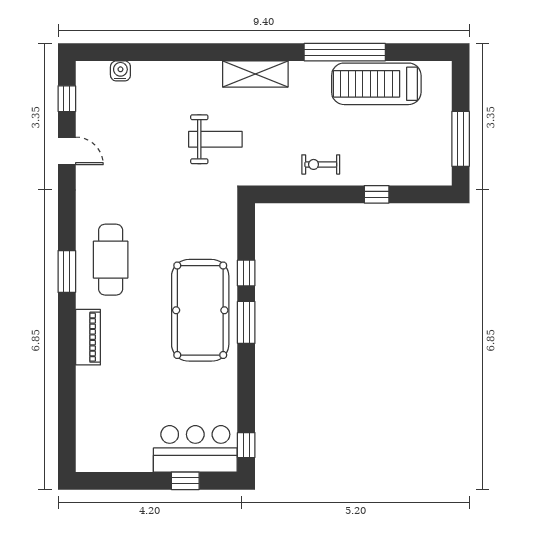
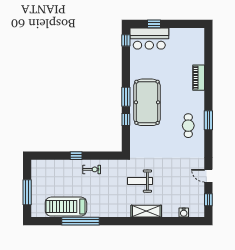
shelving: (255, 74) -> (146, 211), moved
treadmill: (376, 84) -> (66, 207), turned 180
window: (461, 139) -> (27, 192), moved
window: (377, 194) -> (76, 156), moved
cafe table: (111, 260) -> (188, 126), width x0.73, depth x0.74
piano: (88, 337) -> (199, 78), moved

